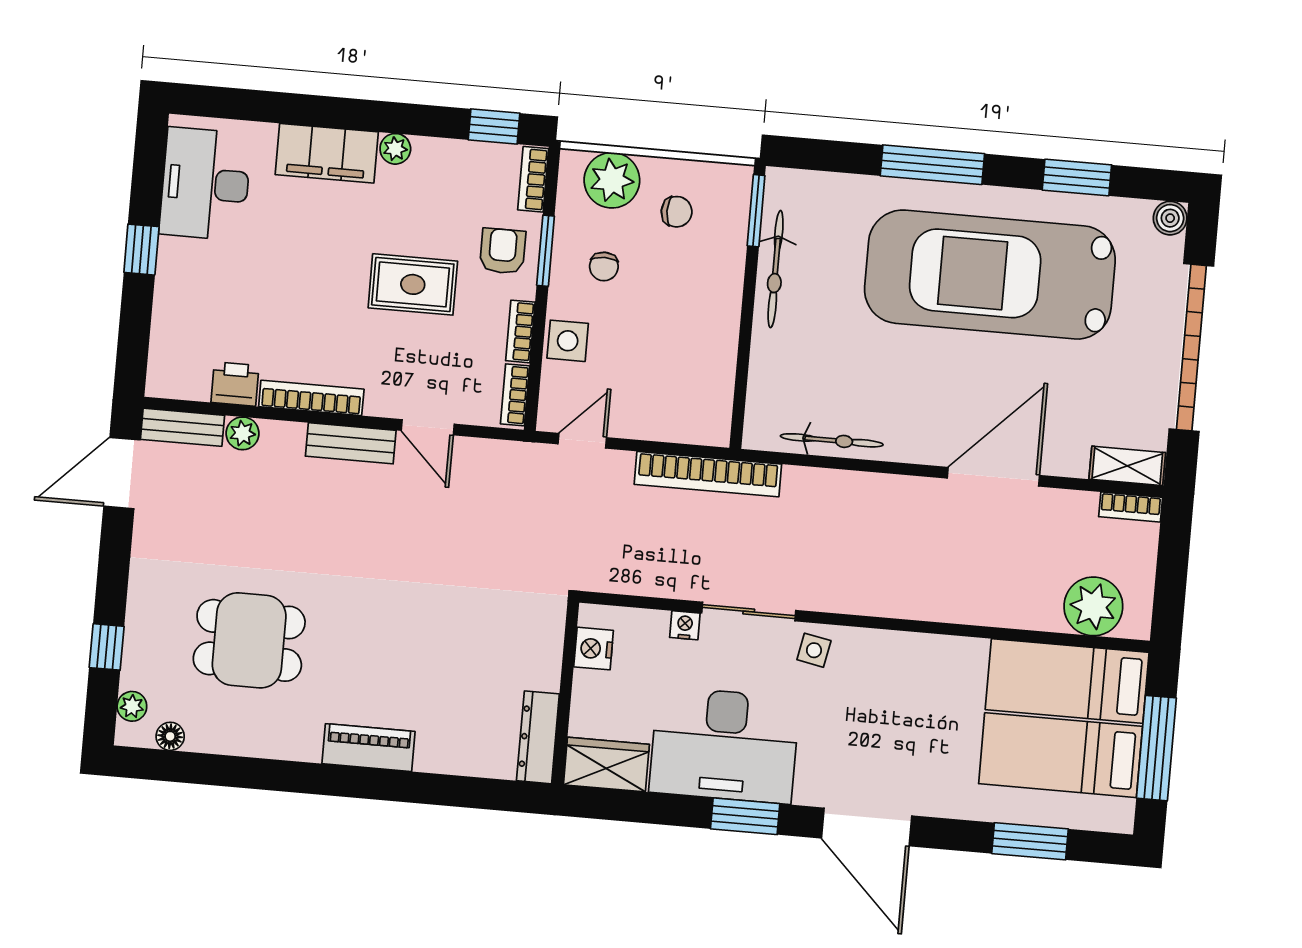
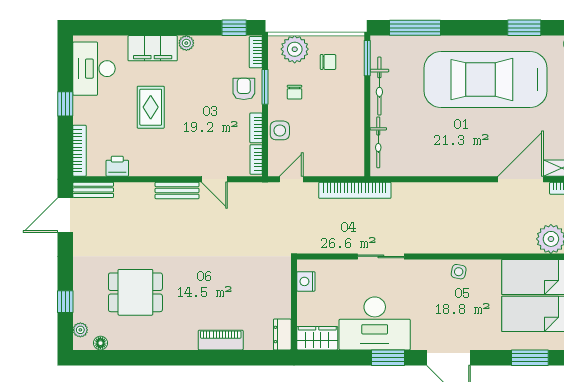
window: (932, 165) -> (415, 28), moved
rug: (413, 284) -> (151, 107), moved, turned 90
bookcase: (311, 398) -> (80, 151), moved, turned 90
plant: (243, 433) -> (123, 190), removed
bicycle: (832, 440) -> (378, 142), moved, turned 90
door: (993, 477) -> (521, 179), moved
nightstand: (685, 625) -> (350, 266), removed
side table: (814, 650) -> (459, 272), moved
dresser: (538, 737) -> (282, 334), width x0.70
piano: (369, 748) -> (221, 340), moved

